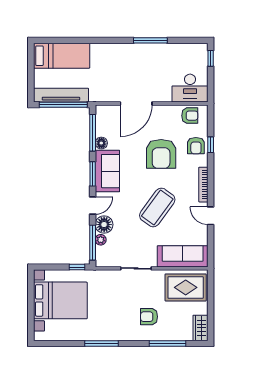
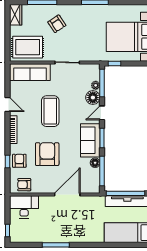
coffee table: (157, 207) -> (50, 111), turned -36
armchair: (149, 317) -> (57, 24), turned 56

